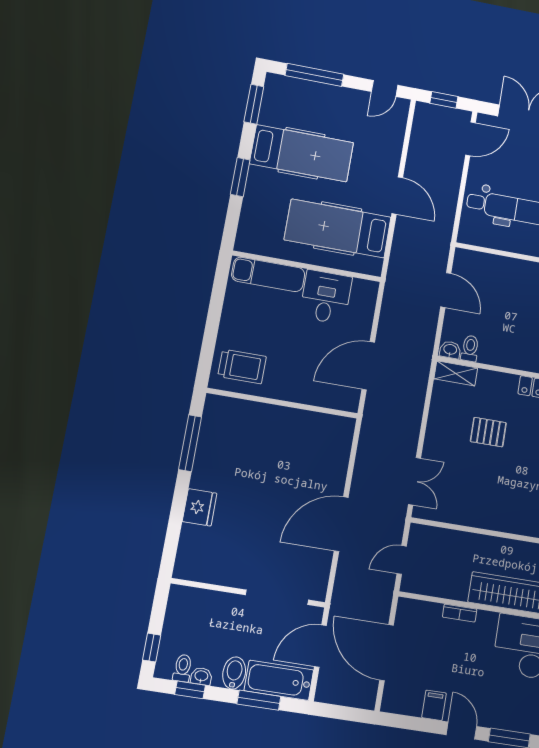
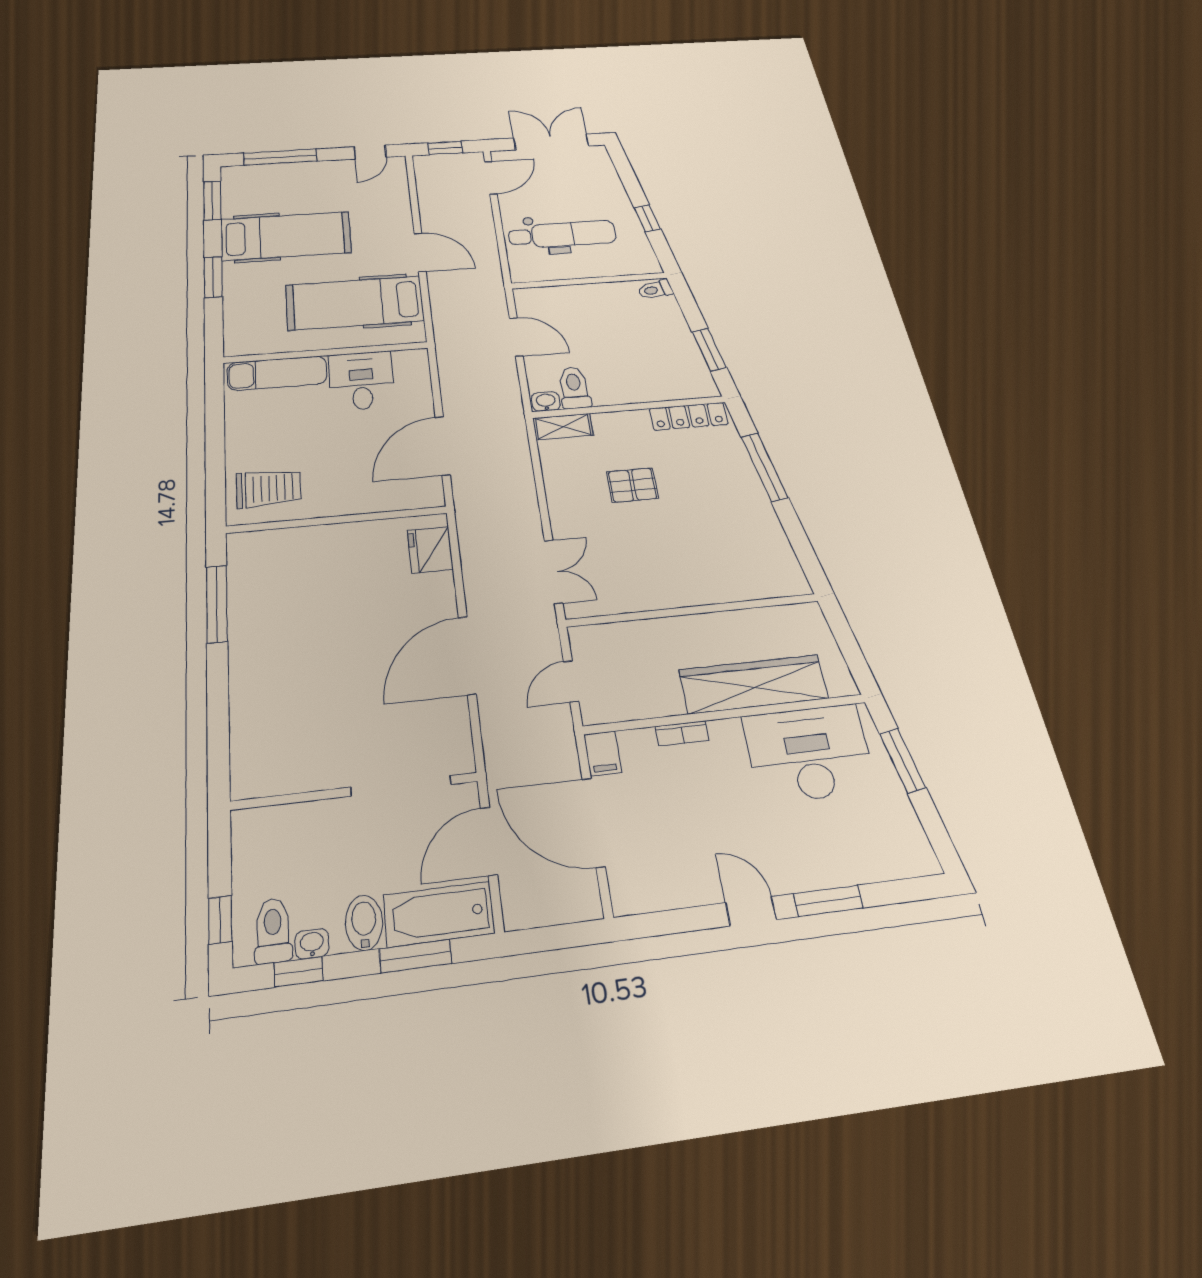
toilet: (470, 348) -> (574, 388), width x1.37, depth x1.39
fridge: (200, 507) -> (430, 550), moved, turned 180
toilet: (183, 668) -> (273, 931), width x1.37, depth x1.39
filing cabinet: (434, 705) -> (603, 753), moved, turned 180

